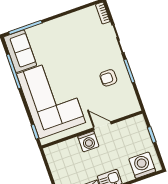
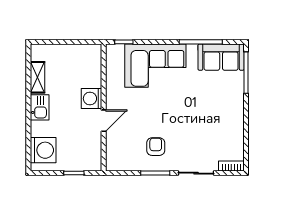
corner sofa: (51, 98) -> (155, 66), width x0.73, depth x0.74

